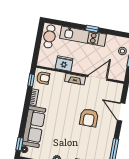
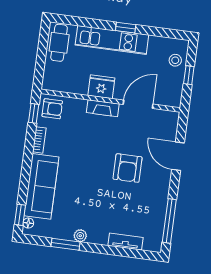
fridge: (64, 64) -> (101, 87), moved

